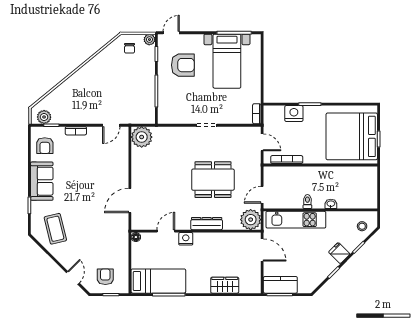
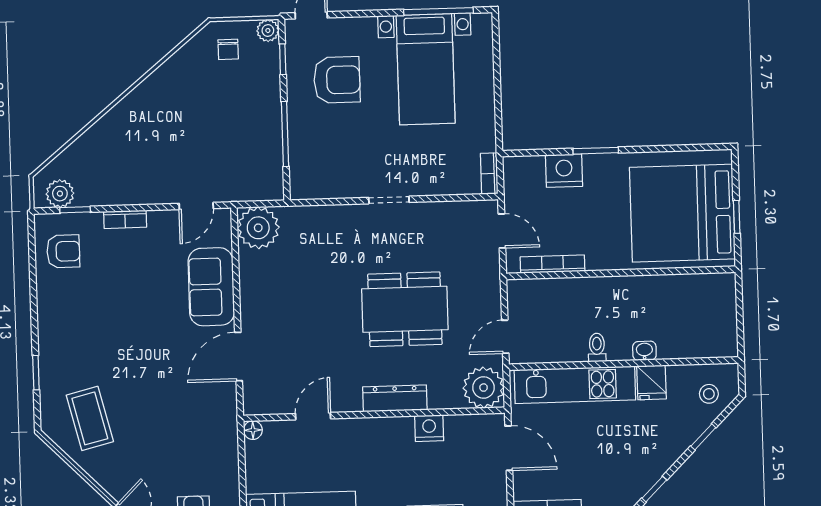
armchair: (45, 146) -> (63, 251), turned -90
sofa: (42, 181) -> (211, 287), moved, turned 180
nightstand: (186, 239) -> (429, 428), moved
fridge: (339, 253) -> (652, 382), moved, turned -135

